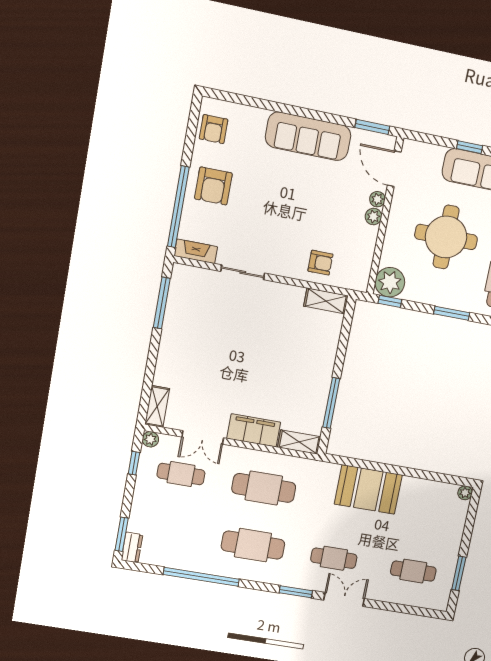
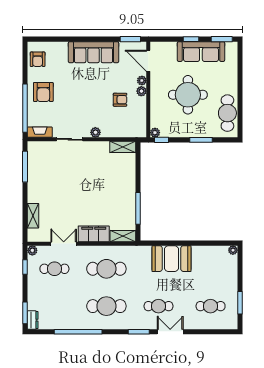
armchair: (320, 263) -> (120, 100), moved
plant: (287, 269) -> (95, 132), added
plant: (390, 282) -> (155, 133), width x0.53, depth x0.53
shelving: (157, 406) -> (33, 216), moved
double door: (203, 437) -> (64, 244), swing flipped

